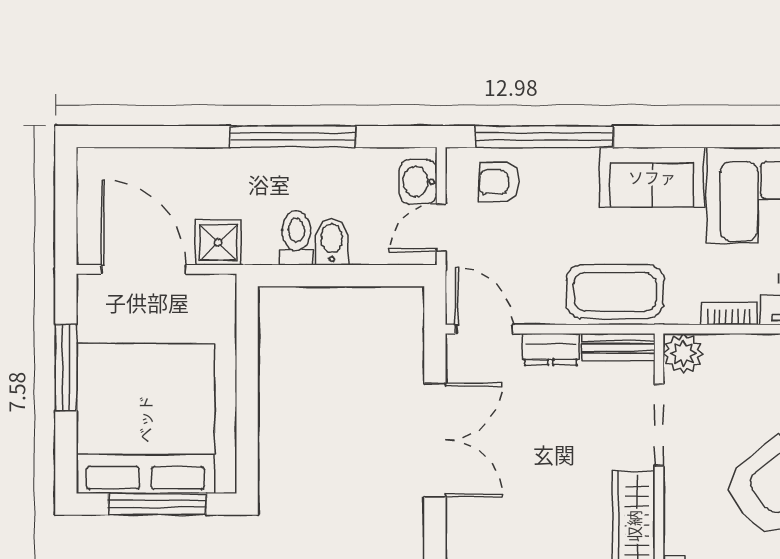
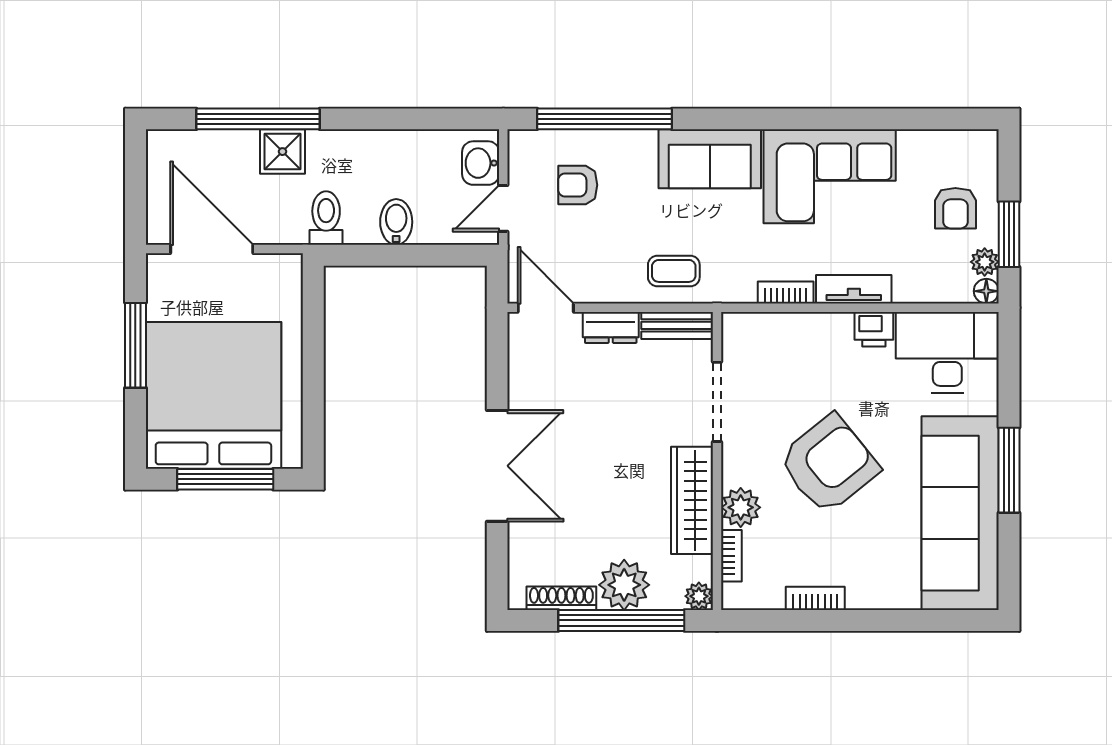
window: (293, 137) -> (258, 119), moved
armchair: (499, 182) -> (578, 185), moved
toilet: (296, 238) -> (326, 218), moved
shower: (218, 242) -> (282, 152), moved
coffee table: (615, 292) -> (674, 271), width x0.54, depth x0.58
plant: (683, 353) -> (741, 507), moved
double door: (435, 440) -> (497, 466), moved

